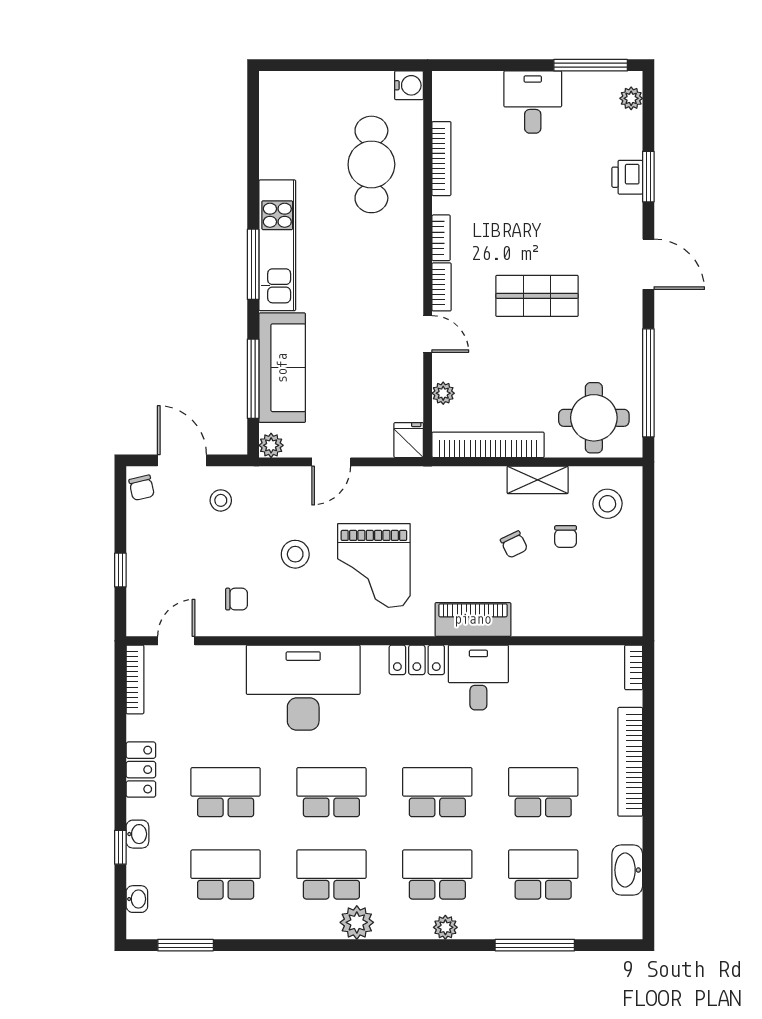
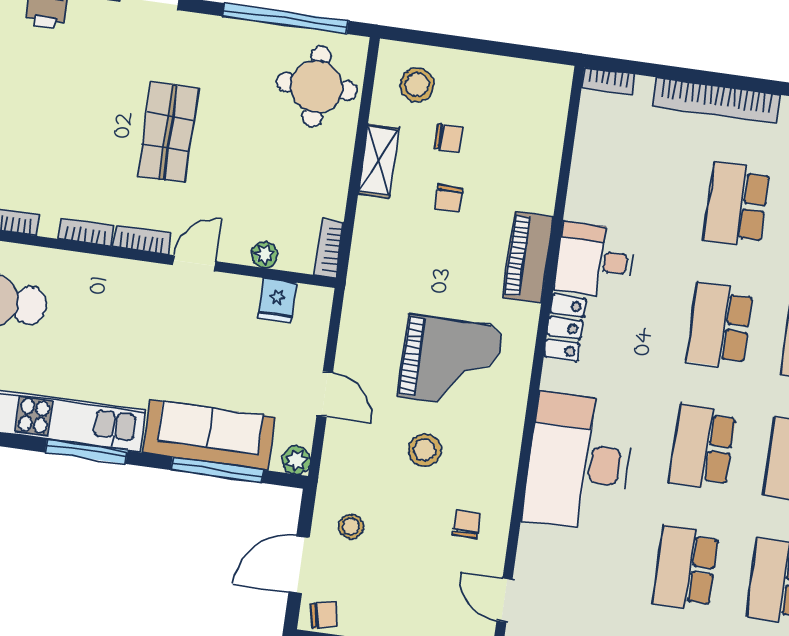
fridge: (409, 440) -> (277, 300), moved, turned -90
bookcase: (488, 445) -> (329, 249), width x0.43, depth x0.76
chair: (514, 544) -> (449, 198), turned 116

